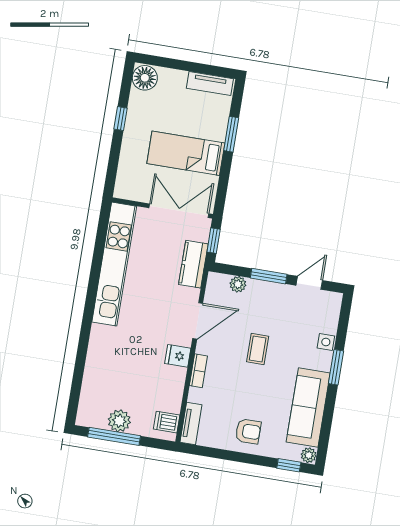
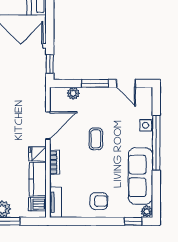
kitchen counter: (193, 264) -> (38, 179), moved
door: (309, 283) -> (126, 83), swing flipped
window: (336, 367) -> (156, 143), width x2.11

